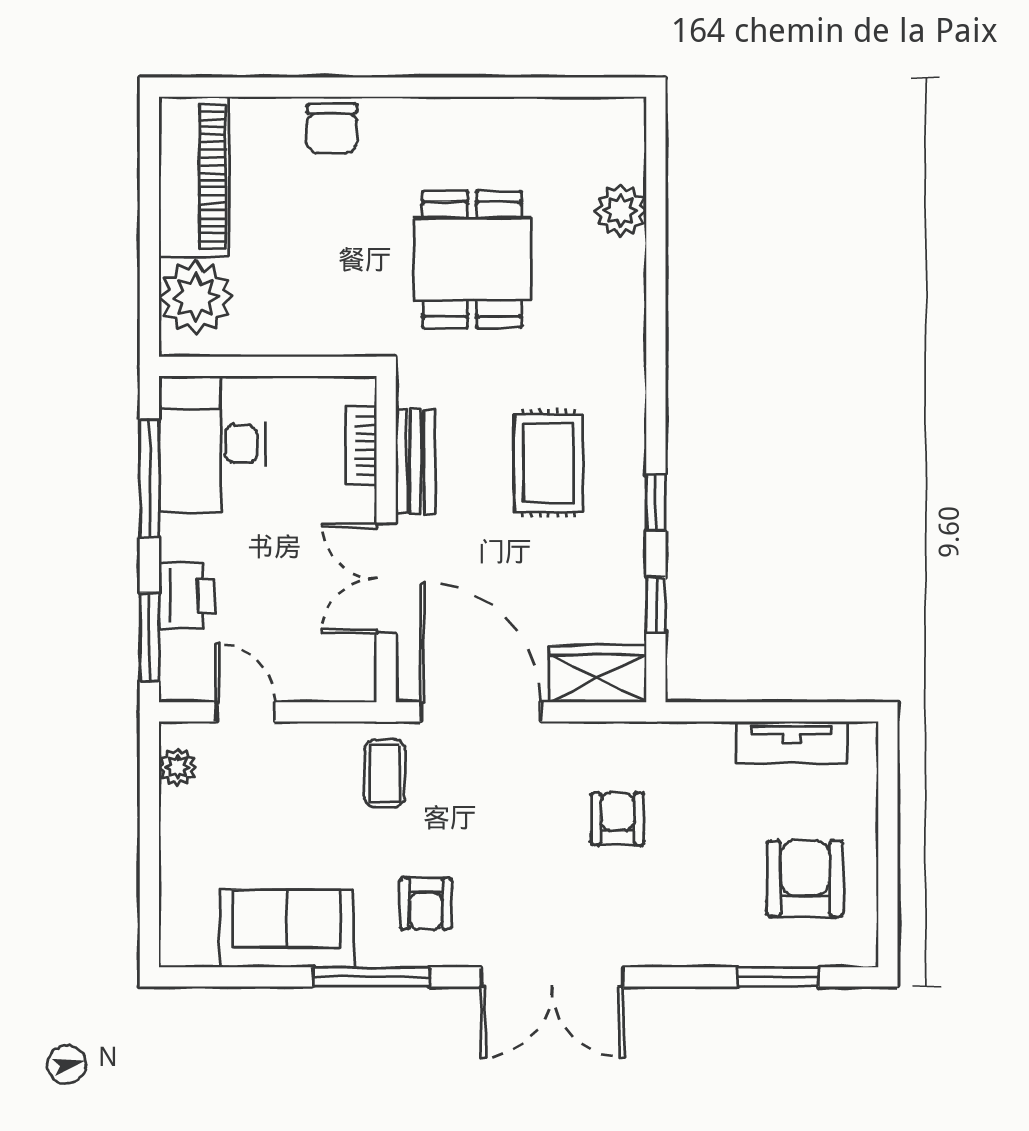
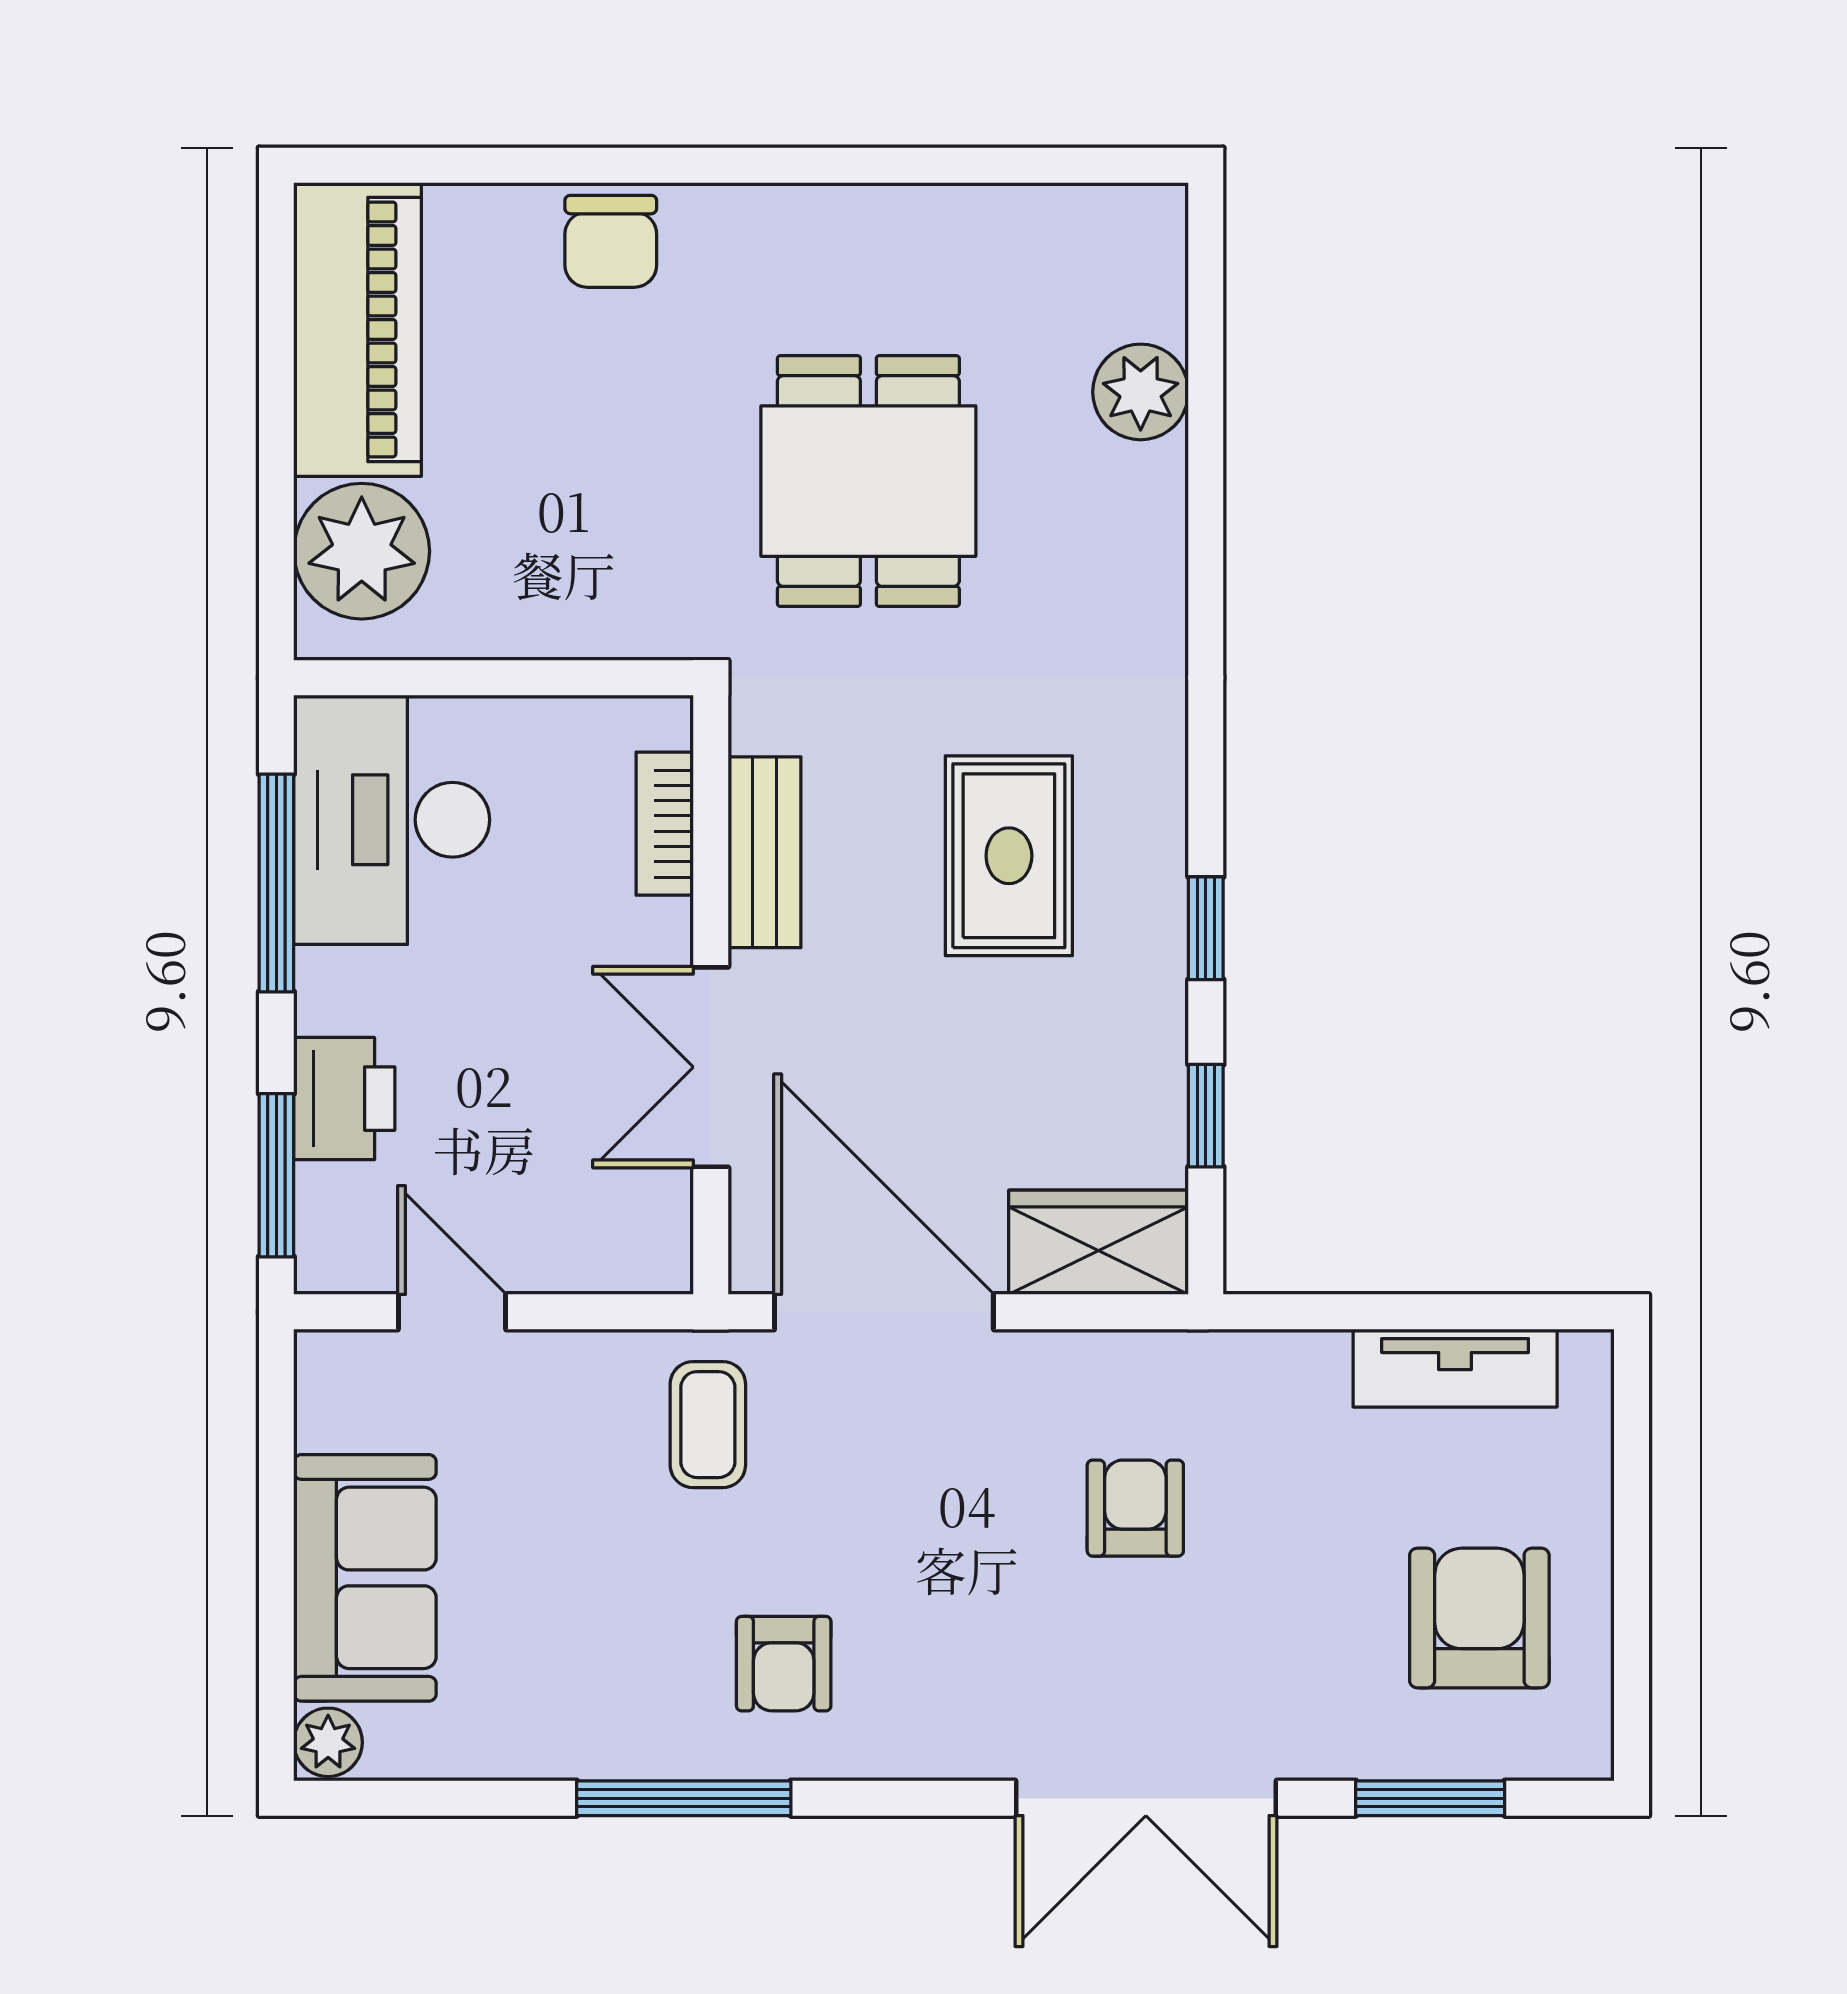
plant: (178, 767) -> (328, 1742), moved
sofa: (286, 929) -> (365, 1578), moved, turned 90
double door: (552, 977) -> (1146, 1798), moved

